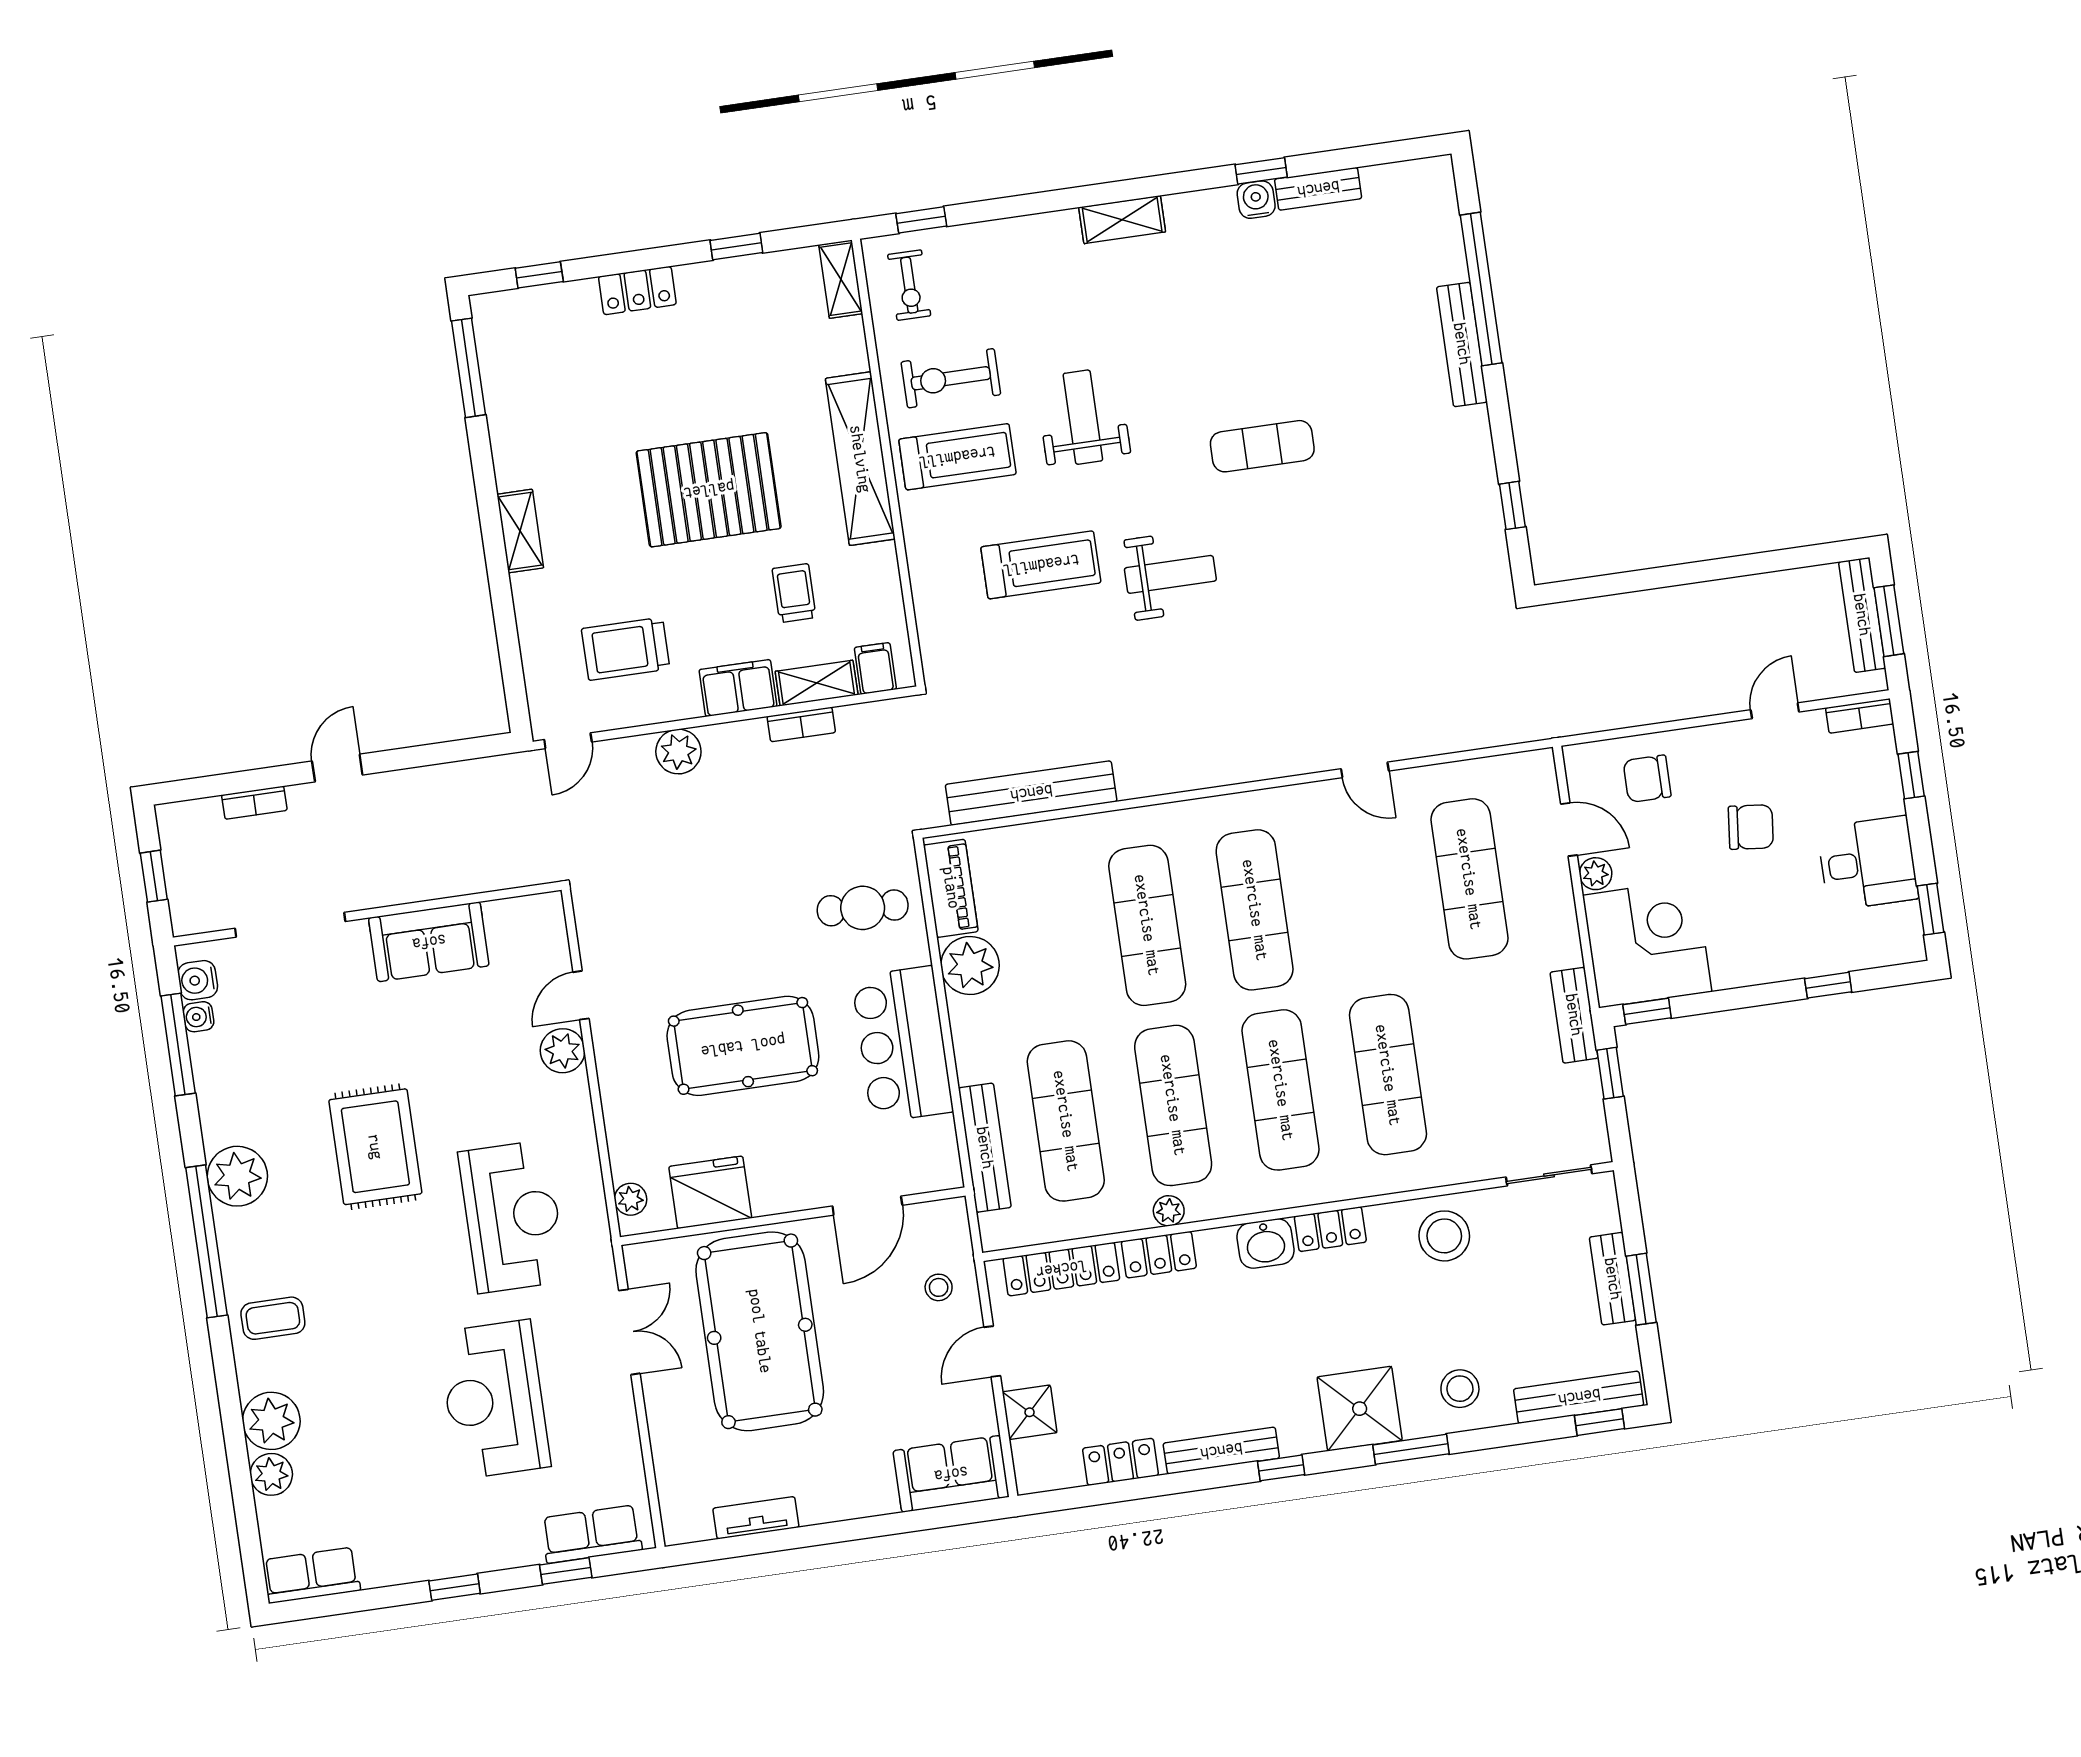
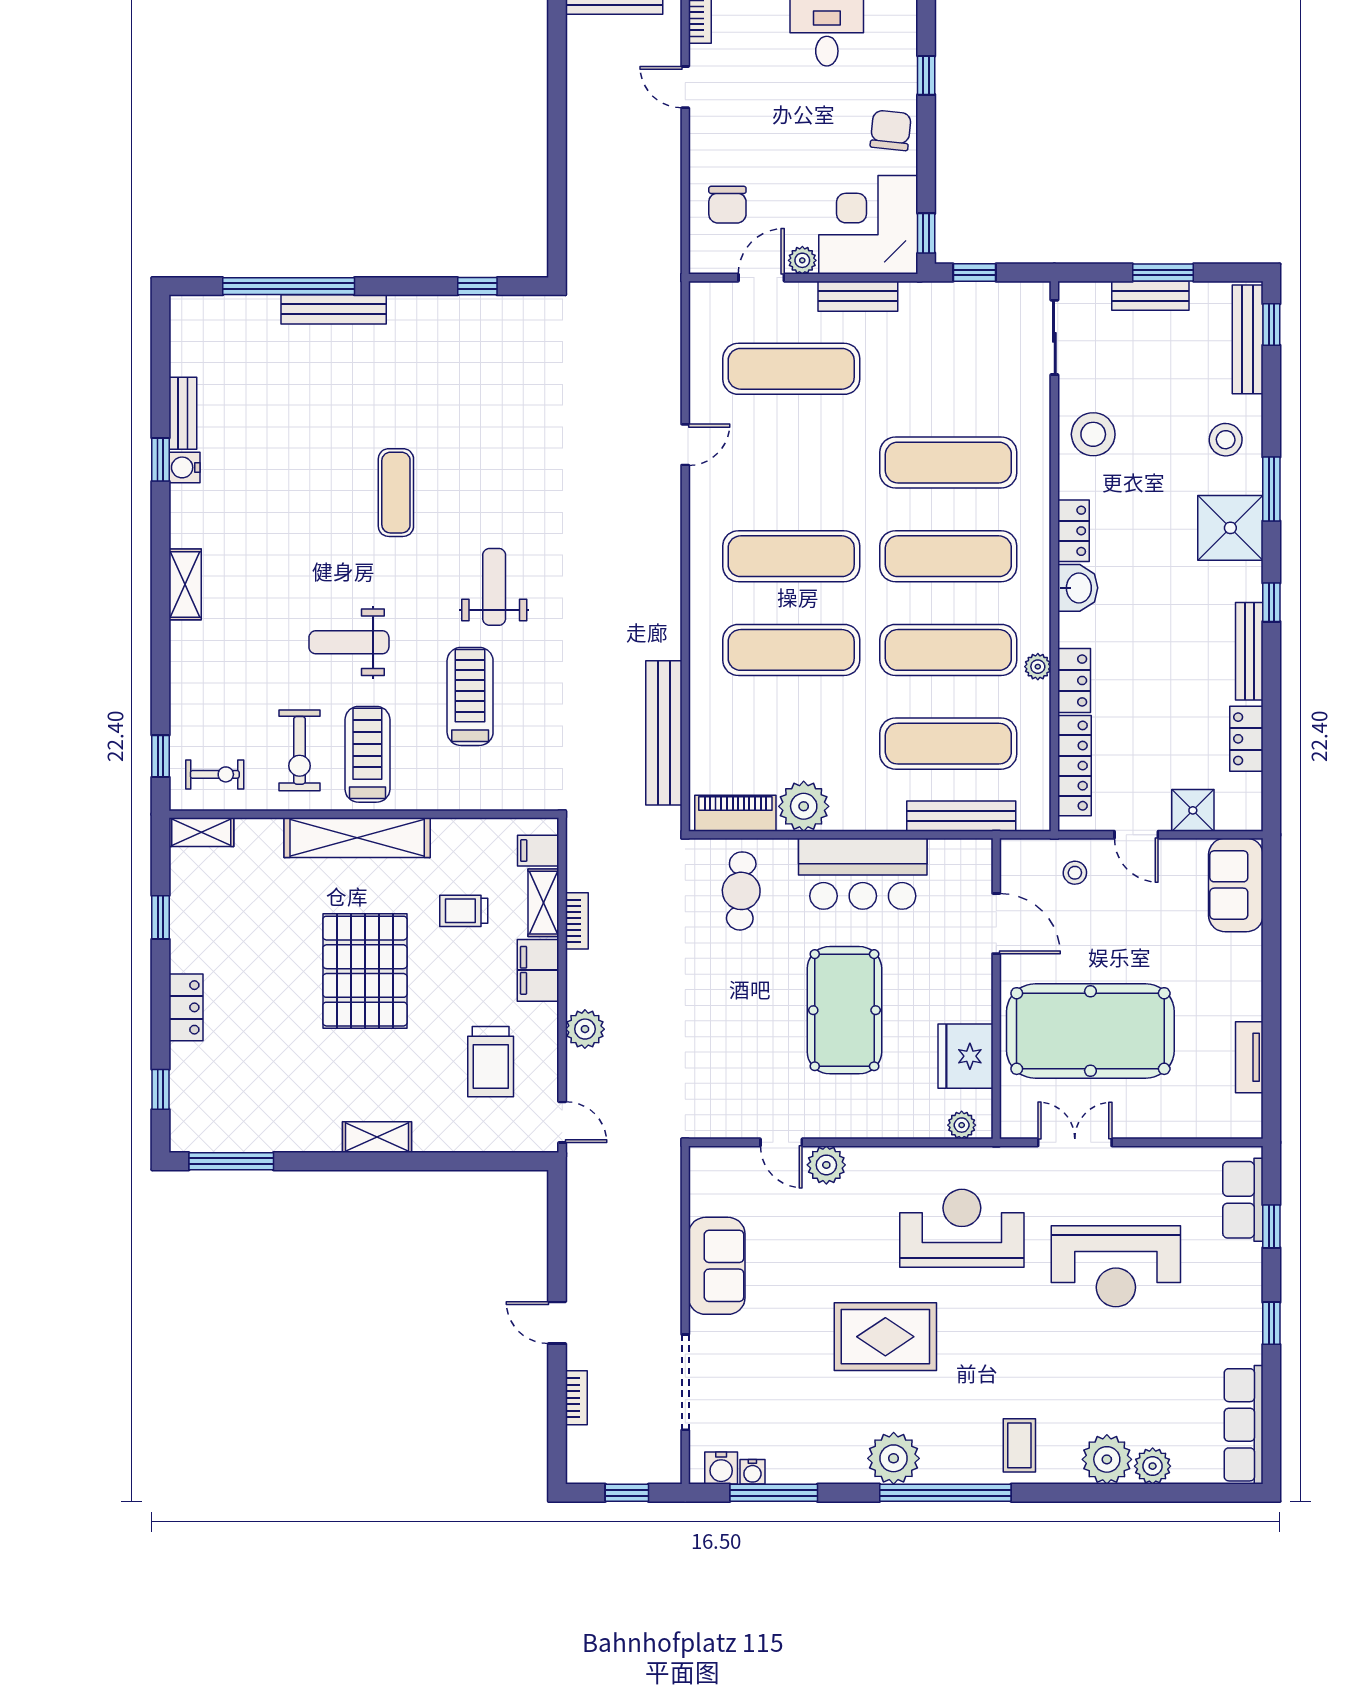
chair: (1751, 827) -> (891, 130), moved
bench: (1574, 1015) -> (858, 296), moved
row of seats: (312, 1575) -> (1244, 1425), width x1.48

